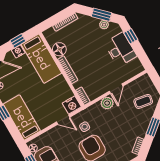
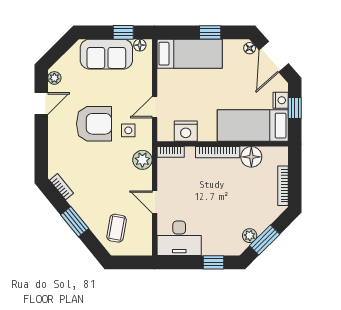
desk: (120, 50) -> (179, 238), moved
plant: (107, 103) -> (142, 160), moved
nightstand: (72, 105) -> (186, 131), moved, turned -90

